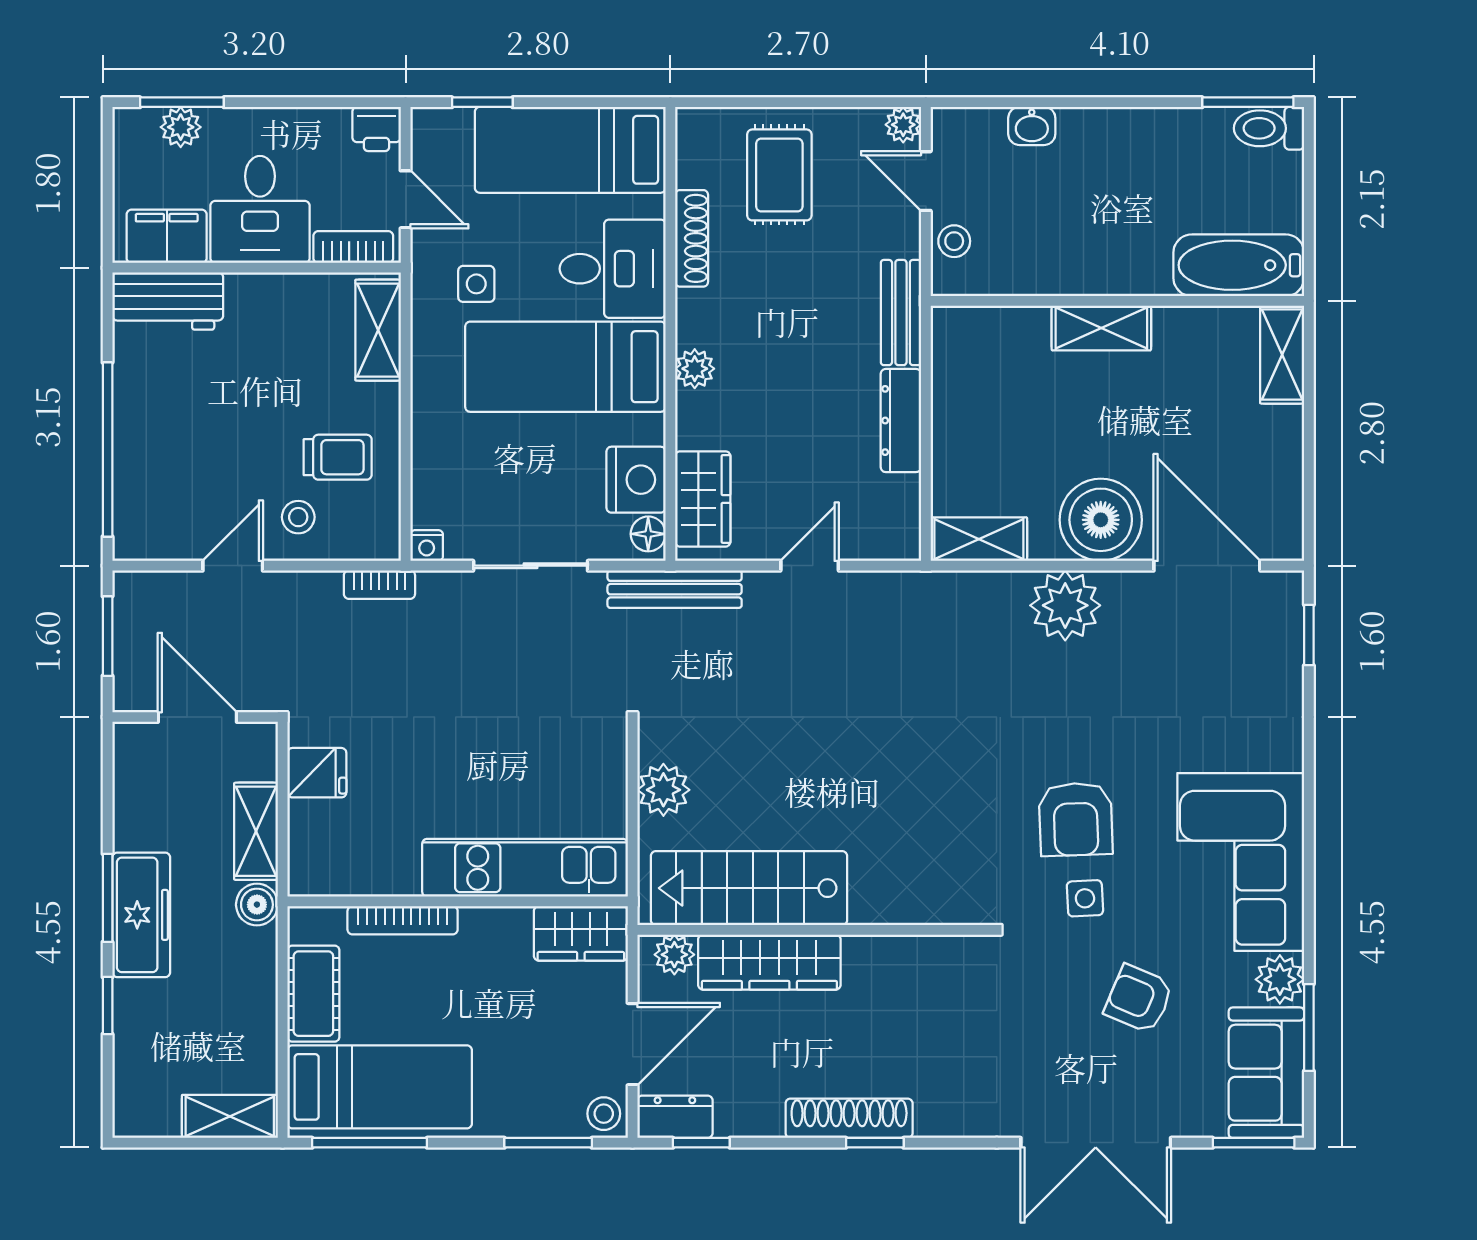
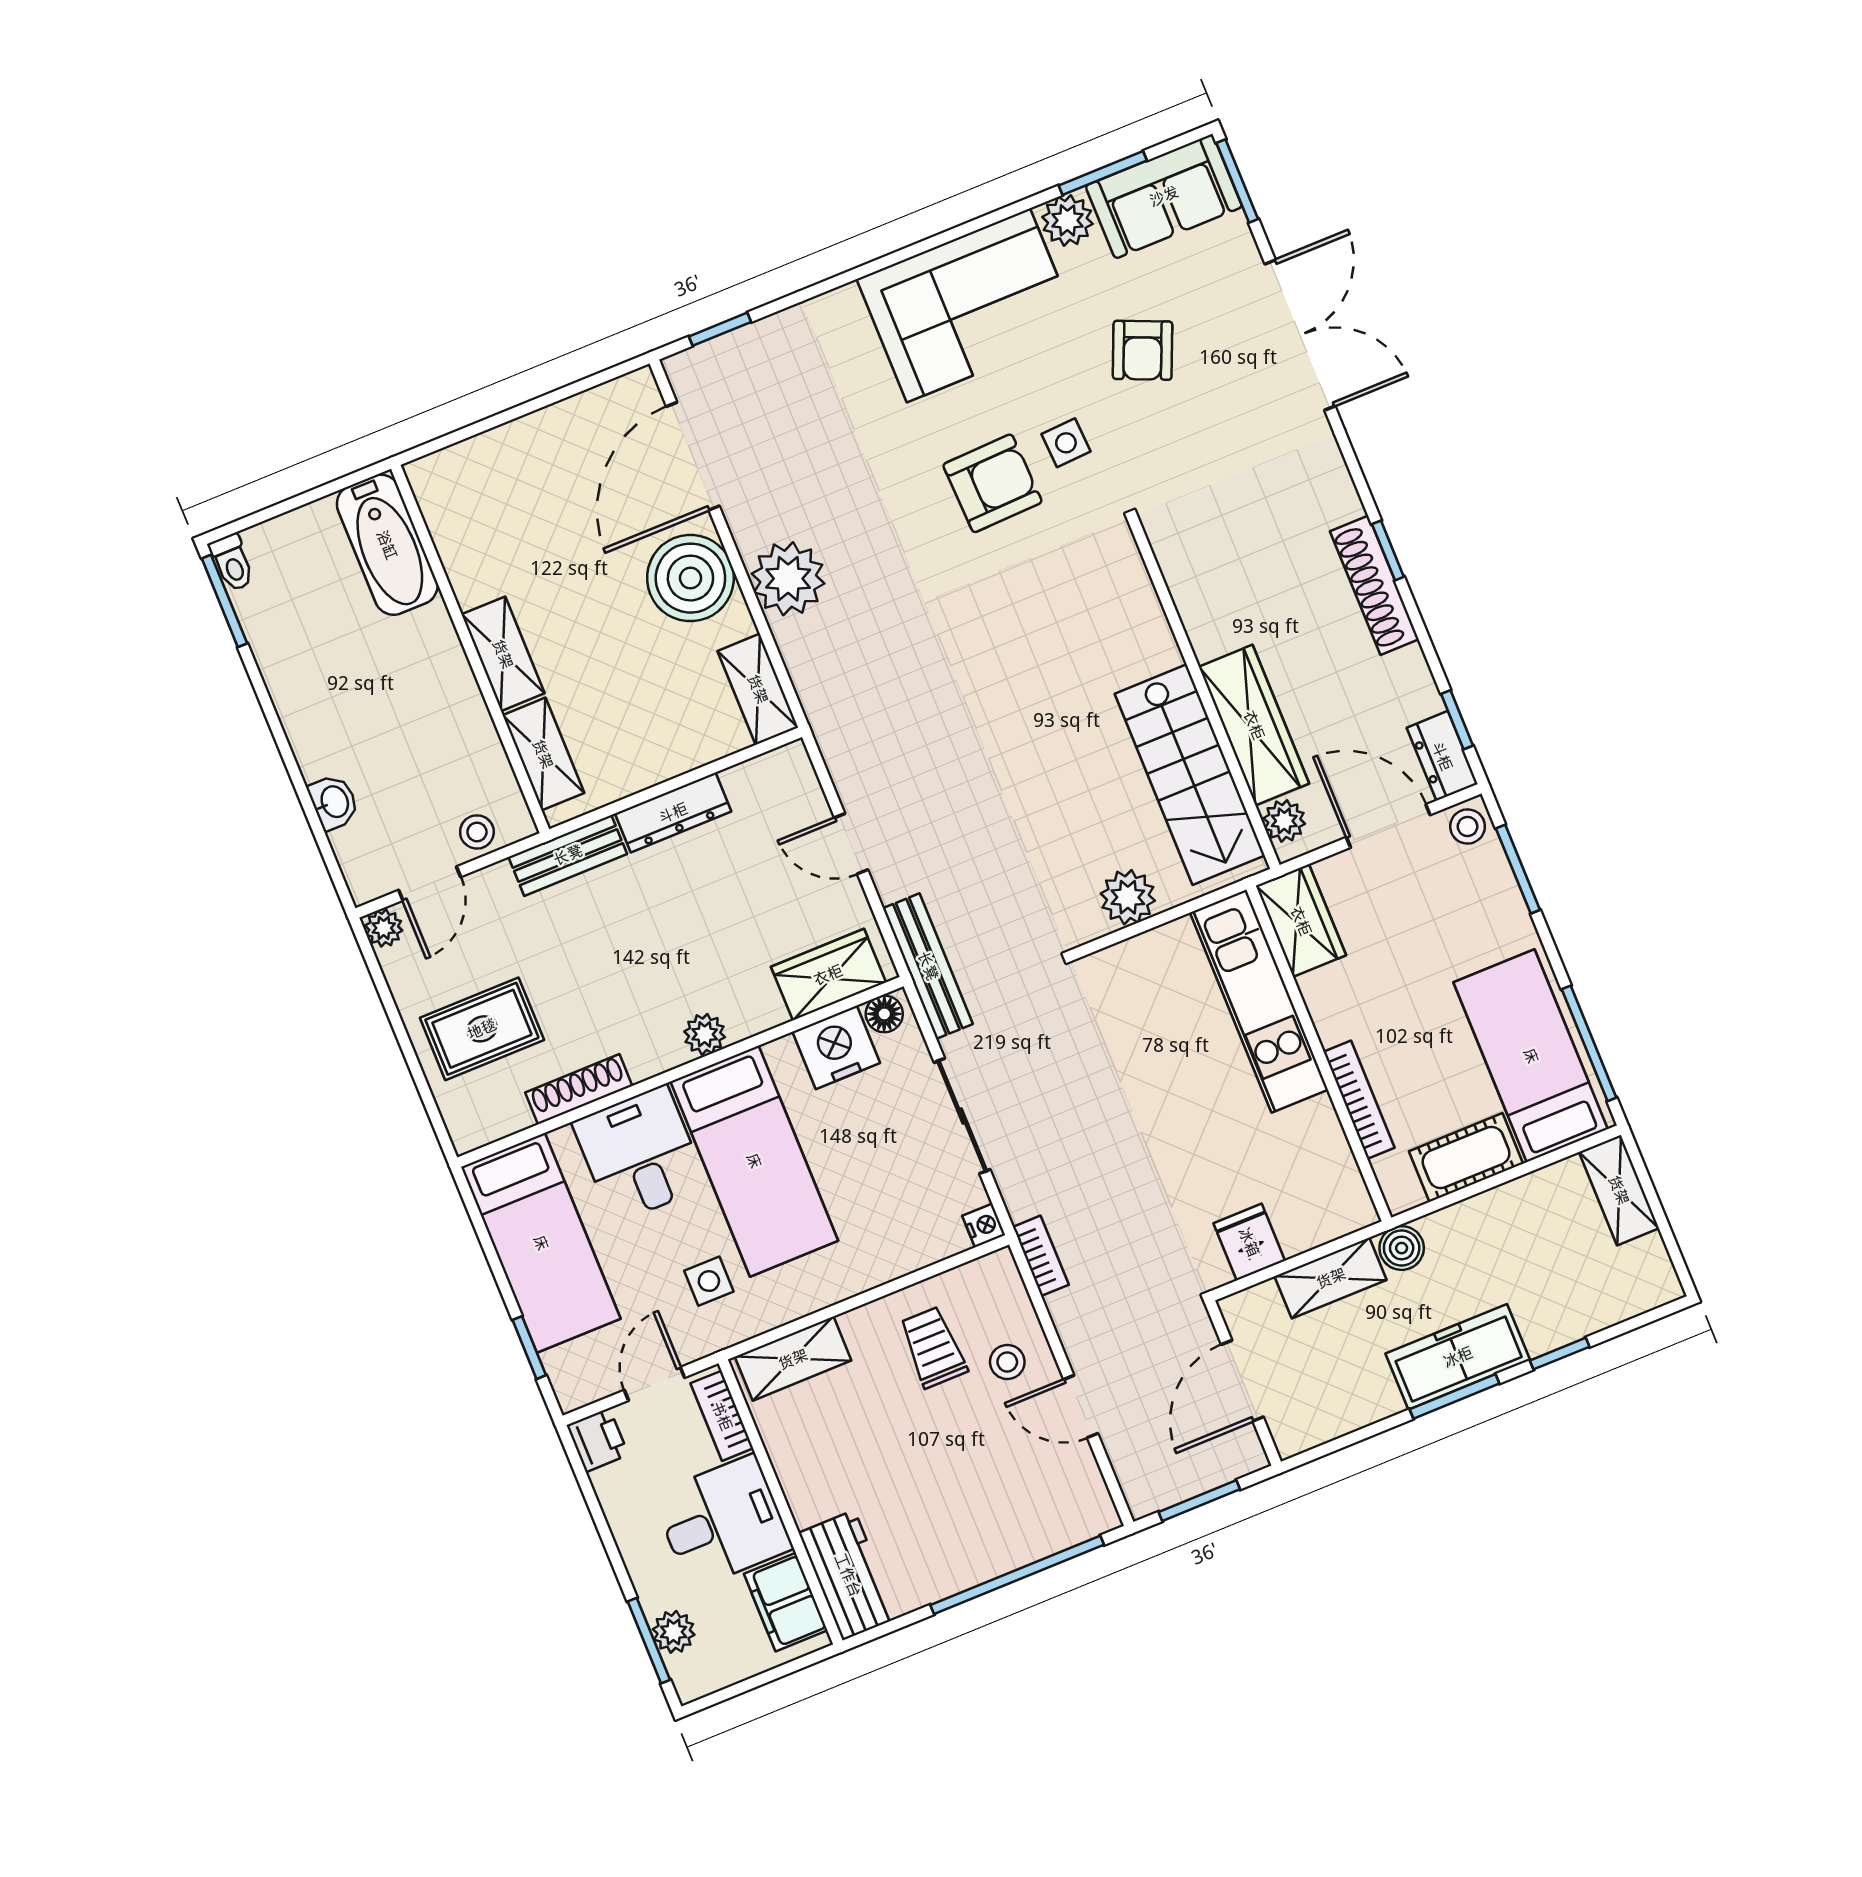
toilet: (1269, 128) -> (232, 563), width x0.73, depth x0.72
shelving: (1282, 355) -> (543, 754), moved, turned 90

